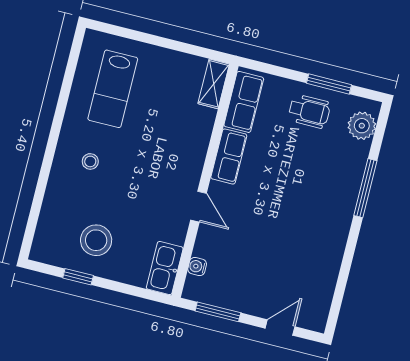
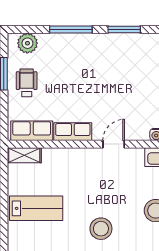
lab bench: (113, 89) -> (36, 208), moved
stool: (90, 161) -> (101, 229), width x1.89, depth x1.89
window: (348, 259) -> (124, 30), added

